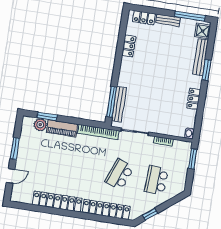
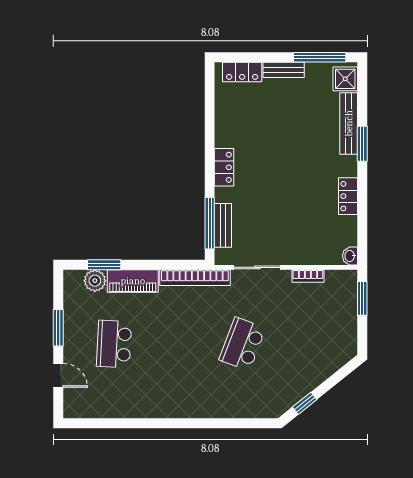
locker: (129, 46) -> (224, 167), moved
bench: (119, 104) -> (223, 225), width x0.73
door: (11, 176) -> (58, 375), hinge flipped
school desk: (156, 180) -> (114, 344), moved
locker: (57, 201) -> (144, 406), removed
locker: (106, 209) -> (229, 407), removed

